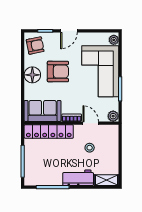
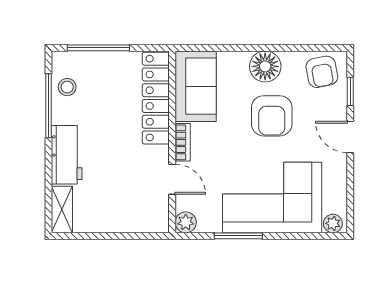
door: (91, 123) -> (172, 179), hinge flipped
stool: (90, 148) -> (67, 87), moved

